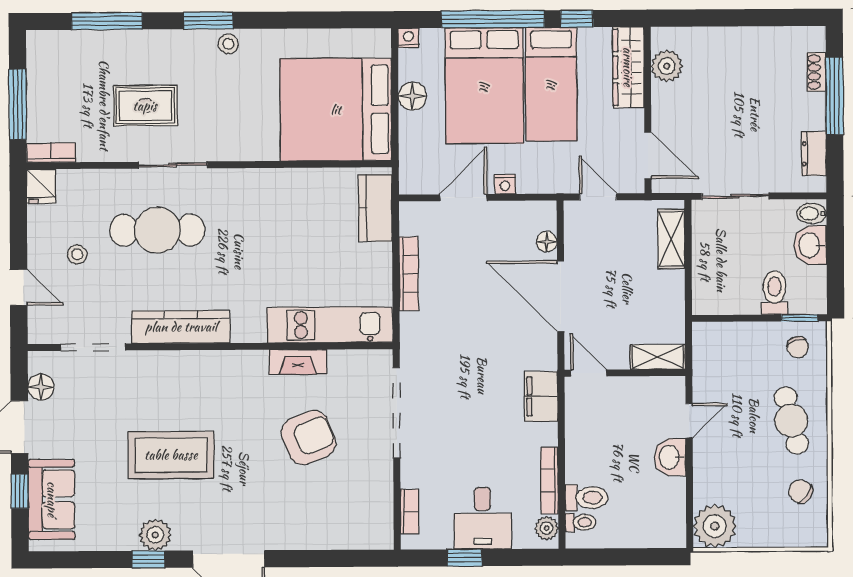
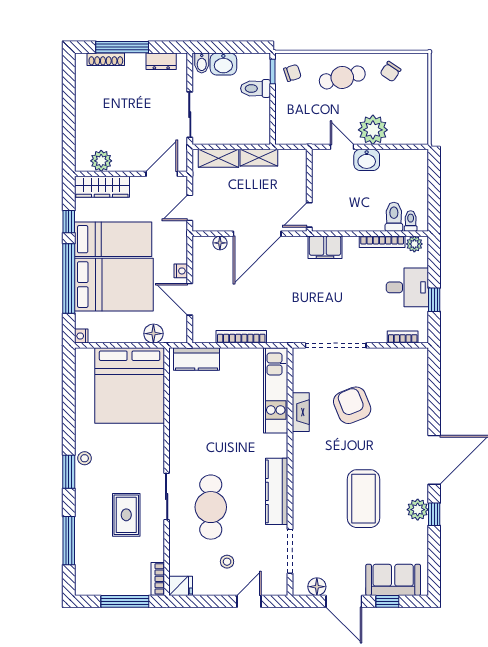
shoe rack: (816, 72) -> (106, 59), width x1.43
floor lamp: (412, 96) -> (153, 334), moved
shelving: (658, 357) -> (259, 158), moved, turned 90
plant: (715, 526) -> (373, 130), moved

